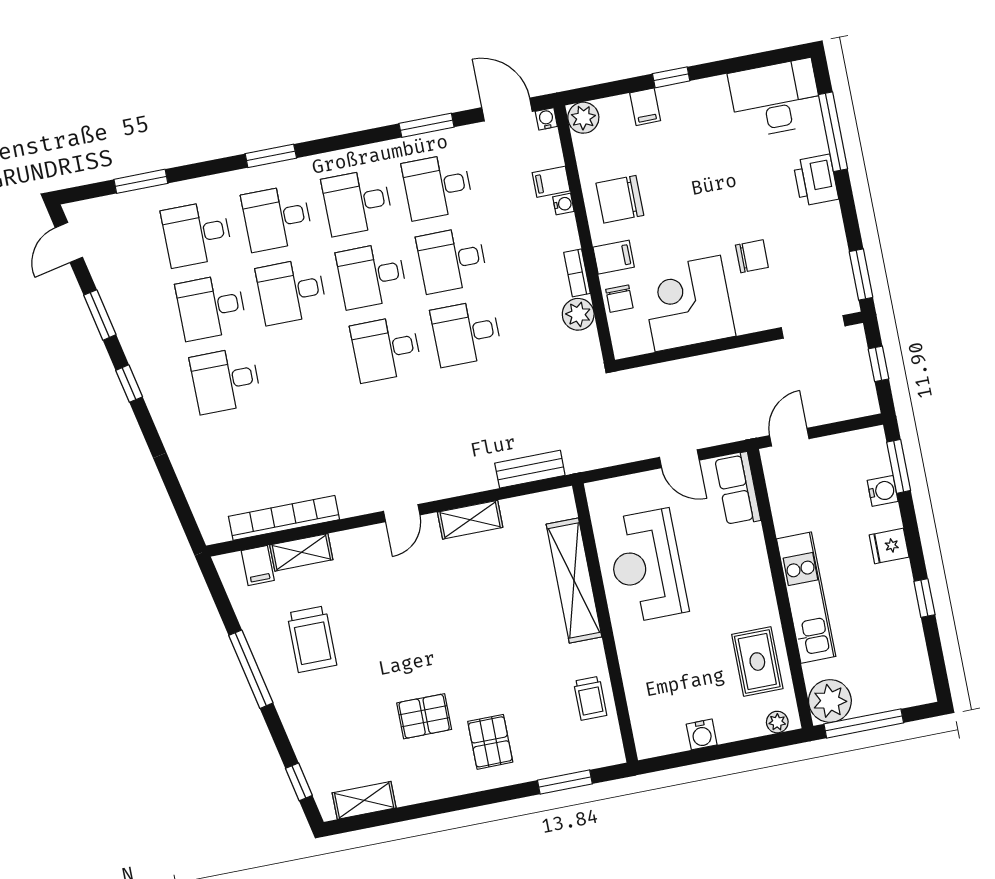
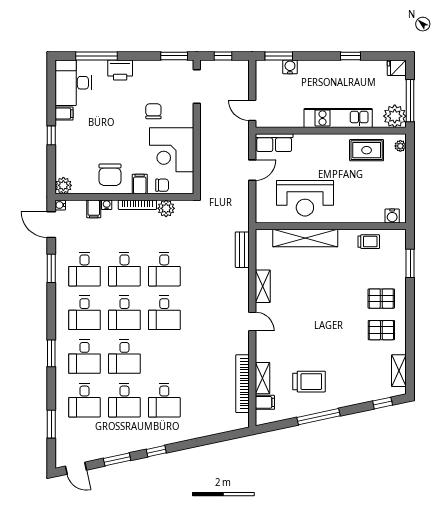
filing cabinet: (645, 107) -> (64, 114), moved
door: (507, 110) -> (51, 225), hinge flipped
bookcase: (577, 273) -> (137, 205), width x1.56
fridge: (889, 546) -> (397, 68), moved, turned 90
pallet: (424, 716) -> (381, 330), moved, turned 90
water cooler: (702, 734) -> (392, 216), moved, turned 90

